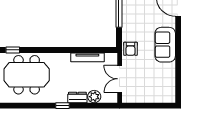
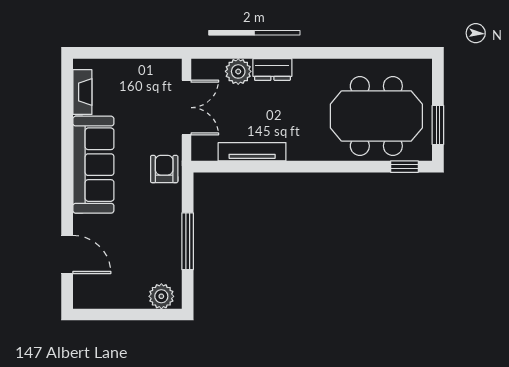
sofa: (165, 45) -> (93, 165), width x1.36
fireplace: (171, 87) -> (82, 92), added
window: (63, 106) -> (303, 53), removed

